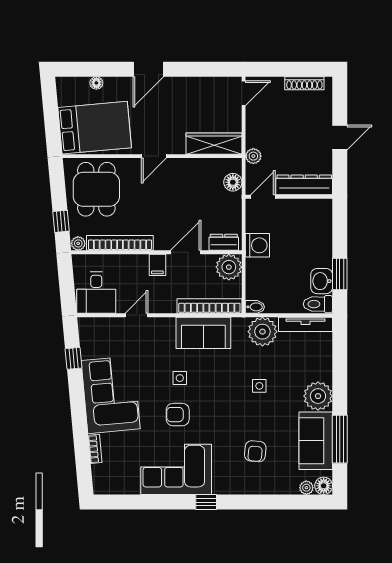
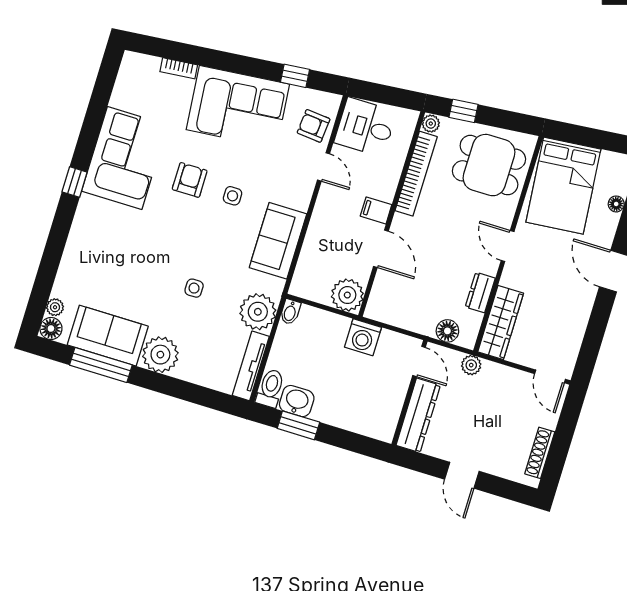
dresser: (224, 242) -> (480, 293), moved, turned 180
bookcase: (209, 306) -> (308, 258), removed
armchair: (255, 451) -> (314, 126), moved

